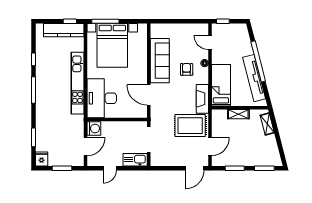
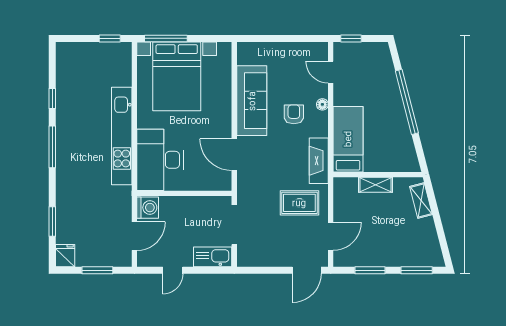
kitchen counter: (64, 30) -> (100, 52), removed
tv unit: (254, 78) -> (400, 128), removed
rug: (190, 126) -> (299, 203), width x0.73, depth x0.70

